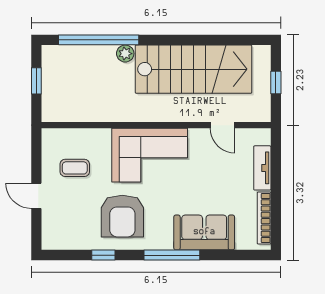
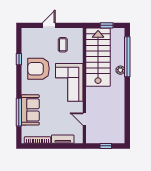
stairs: (193, 69) -> (98, 57), moved, turned 180
door: (222, 125) -> (84, 119), hinge flipped
window: (172, 255) -> (19, 112), moved

